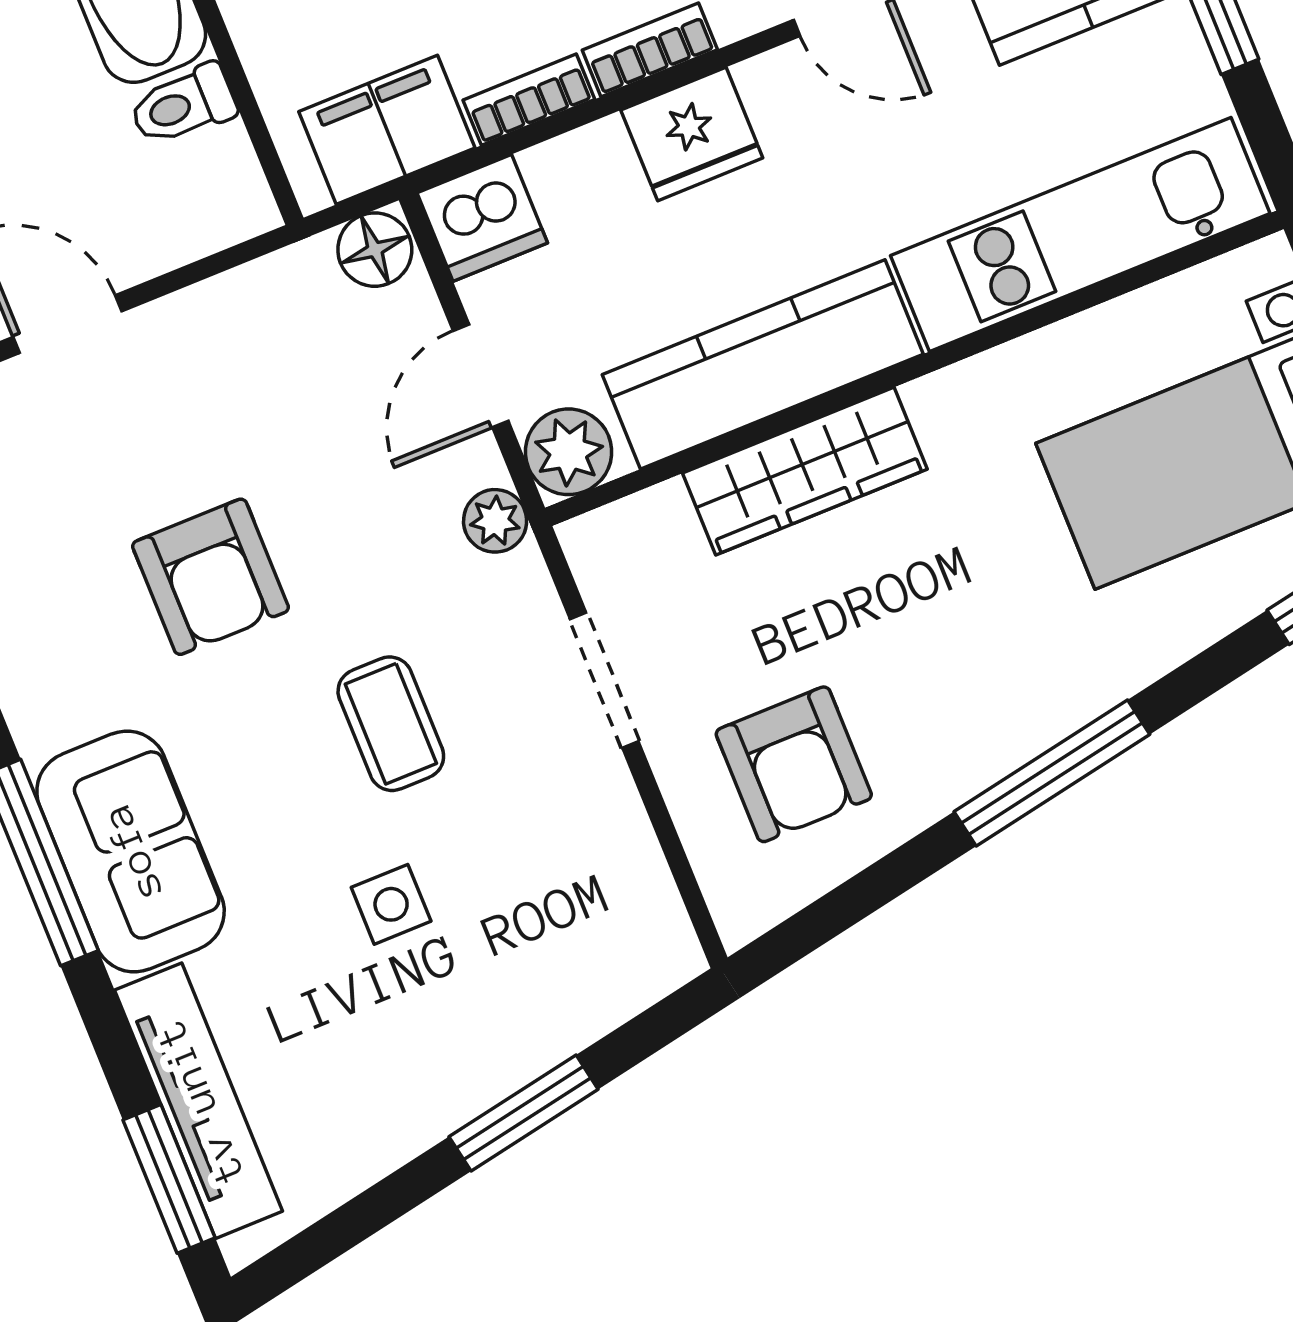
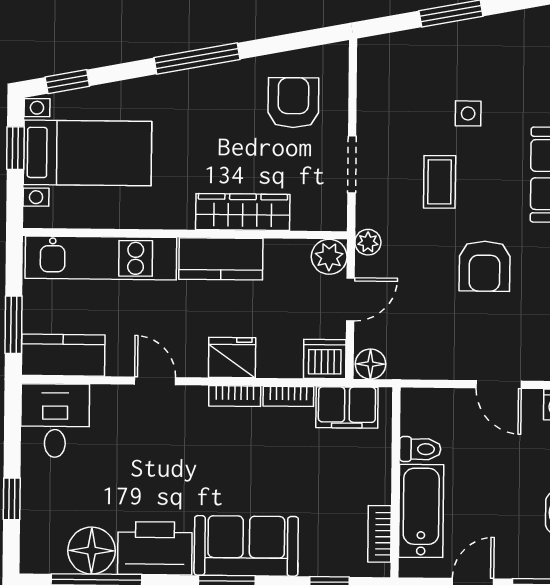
kitchen counter: (763, 364) -> (221, 259), width x0.67
armchair: (211, 577) -> (485, 266), turned 180

